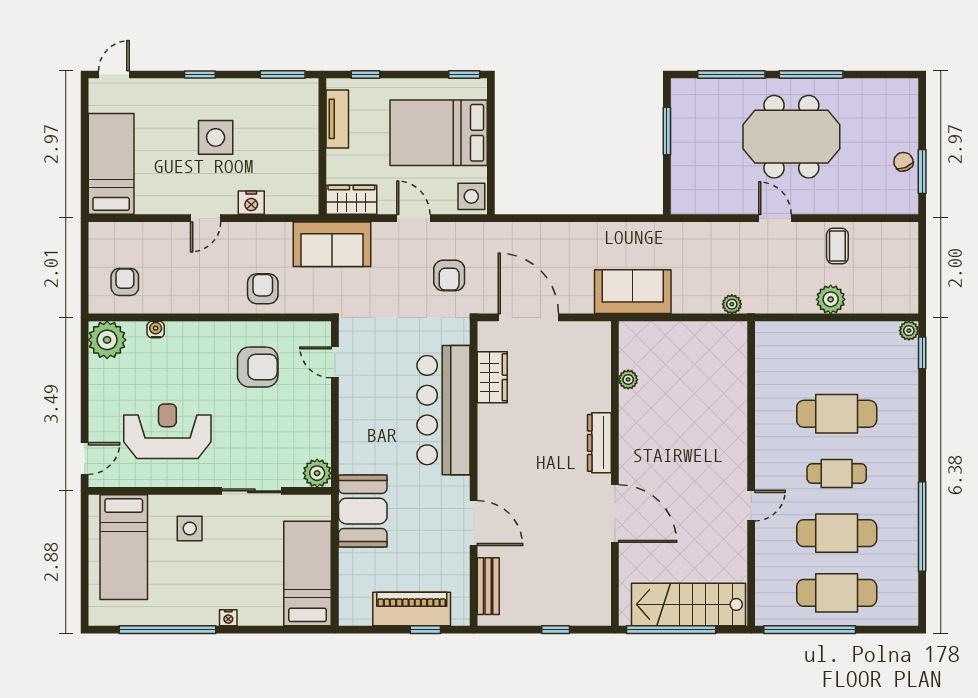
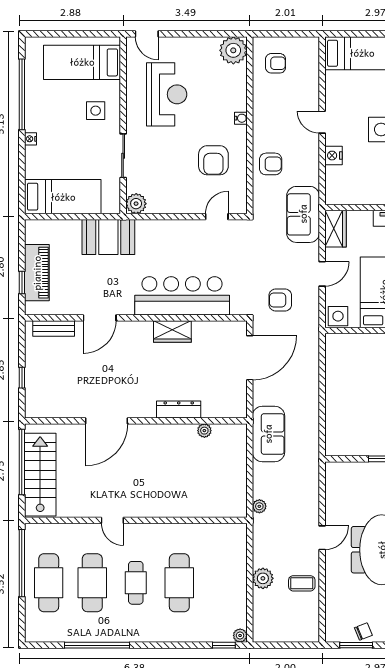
water cooler: (156, 330) -> (241, 118), moved
wardrobe: (492, 377) -> (172, 331), moved
dresser: (599, 443) -> (179, 410), moved

